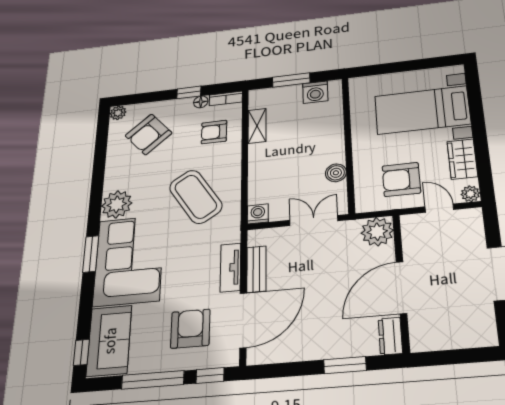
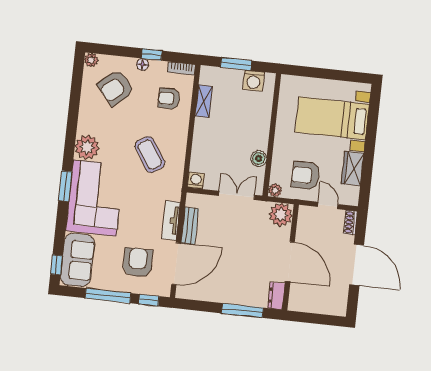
floor lamp: (201, 102) -> (142, 65), moved
plant: (470, 194) -> (275, 190), moved
coffee table: (196, 197) -> (150, 154), width x0.73, depth x0.76
shoe rack: (475, 222) -> (350, 222), added
door: (401, 288) -> (290, 262), swing flipped
window: (345, 365) -> (242, 310), width x1.44

